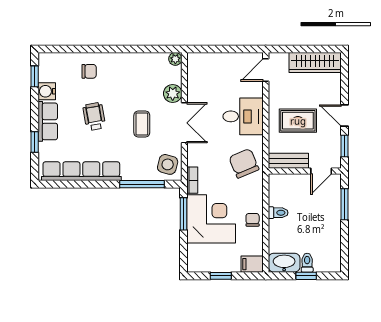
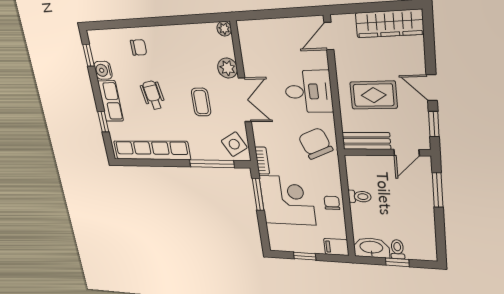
side table: (168, 164) -> (234, 144), turned 45

